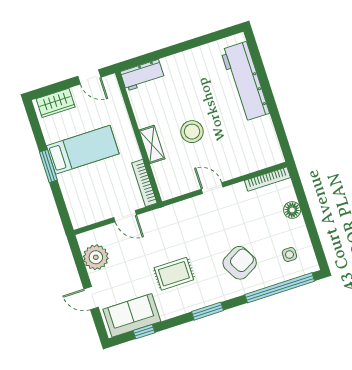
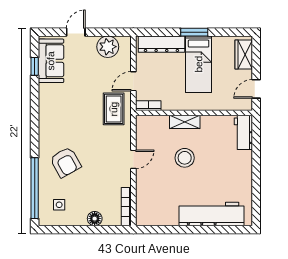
bookcase: (144, 183) -> (148, 106), width x0.64
dresser: (74, 198) -> (161, 44), added
rug: (174, 274) -> (114, 109), moved
window: (207, 311) -> (35, 123), removed

